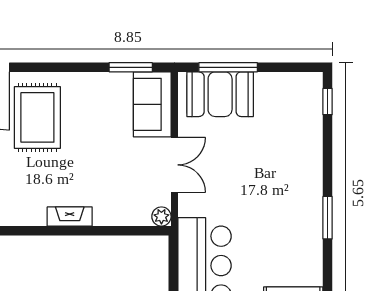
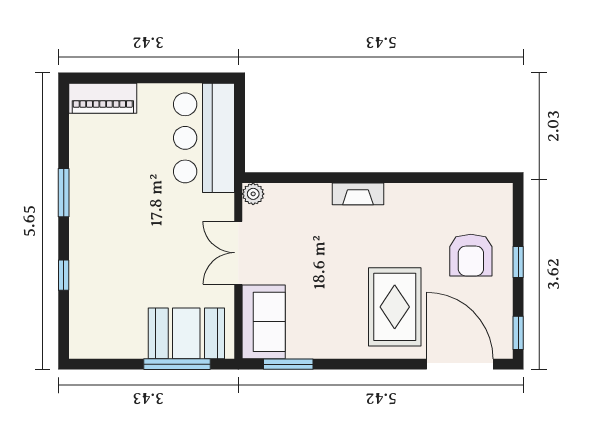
window: (328, 102) -> (64, 275), moved

